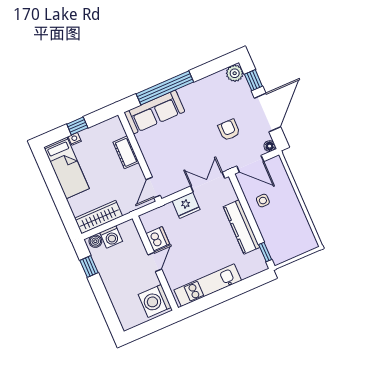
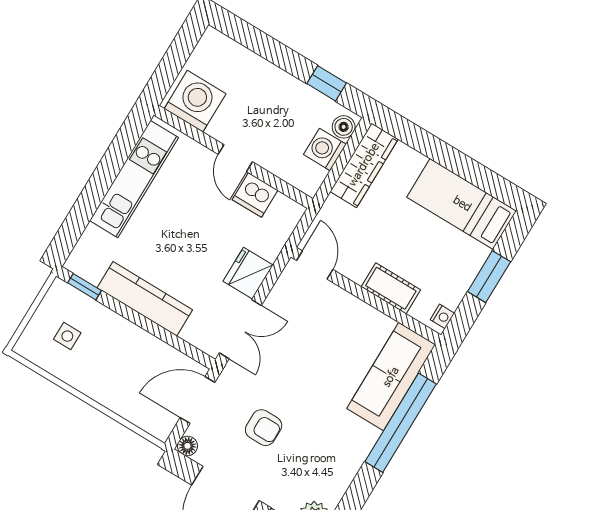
window: (77, 126) -> (489, 277), width x1.50
nightstand: (75, 139) -> (442, 316), moved
side table: (263, 201) -> (67, 336), moved

